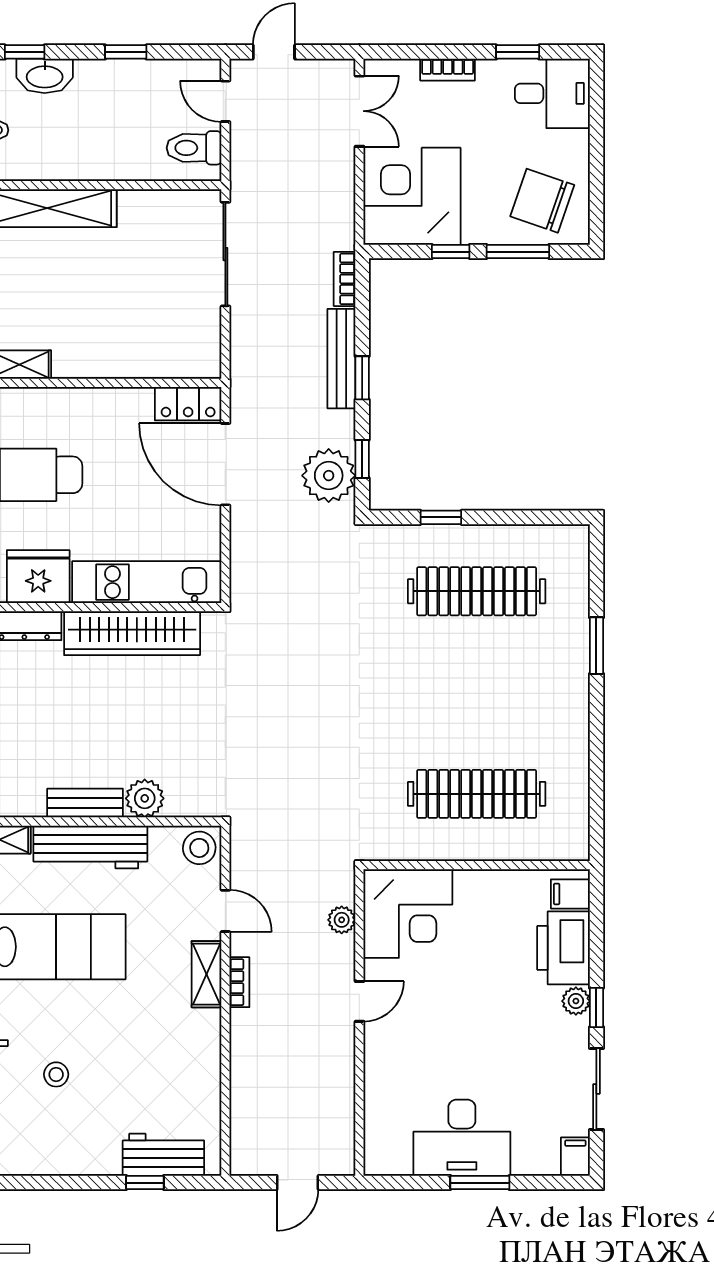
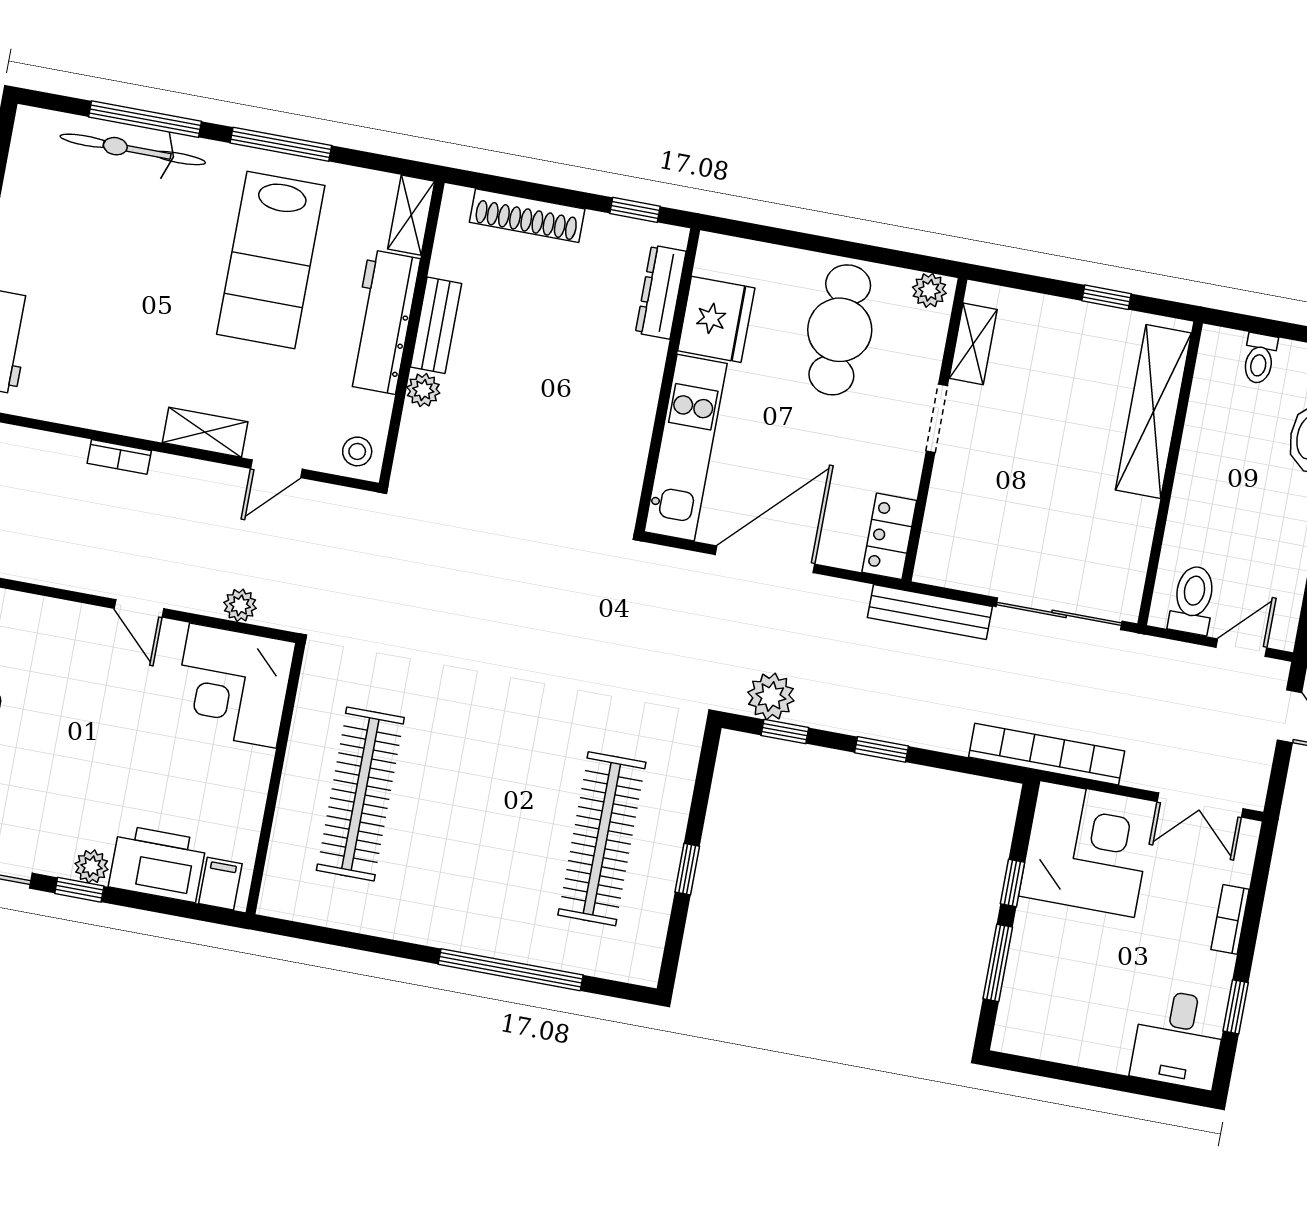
chair: (542, 201) -> (1053, 1003), removed
bookcase: (345, 279) -> (1047, 754), width x2.31, depth x1.31
bench: (341, 359) -> (930, 612), moved
doorway: (85, 383) -> (937, 418), added
door: (225, 464) -> (765, 559), moved
plant: (329, 476) -> (771, 696), width x0.73, depth x0.73
window: (441, 517) -> (687, 869), moved
wardrobe: (132, 633) -> (628, 419), removed
window: (596, 646) -> (511, 970), width x2.11
plant: (145, 798) -> (423, 390), width x0.73, depth x0.73
stool: (199, 848) -> (357, 451), width x0.73, depth x0.73
bookcase: (239, 982) -> (119, 457), moved
stool: (56, 1074) -> (119, 231), removed

